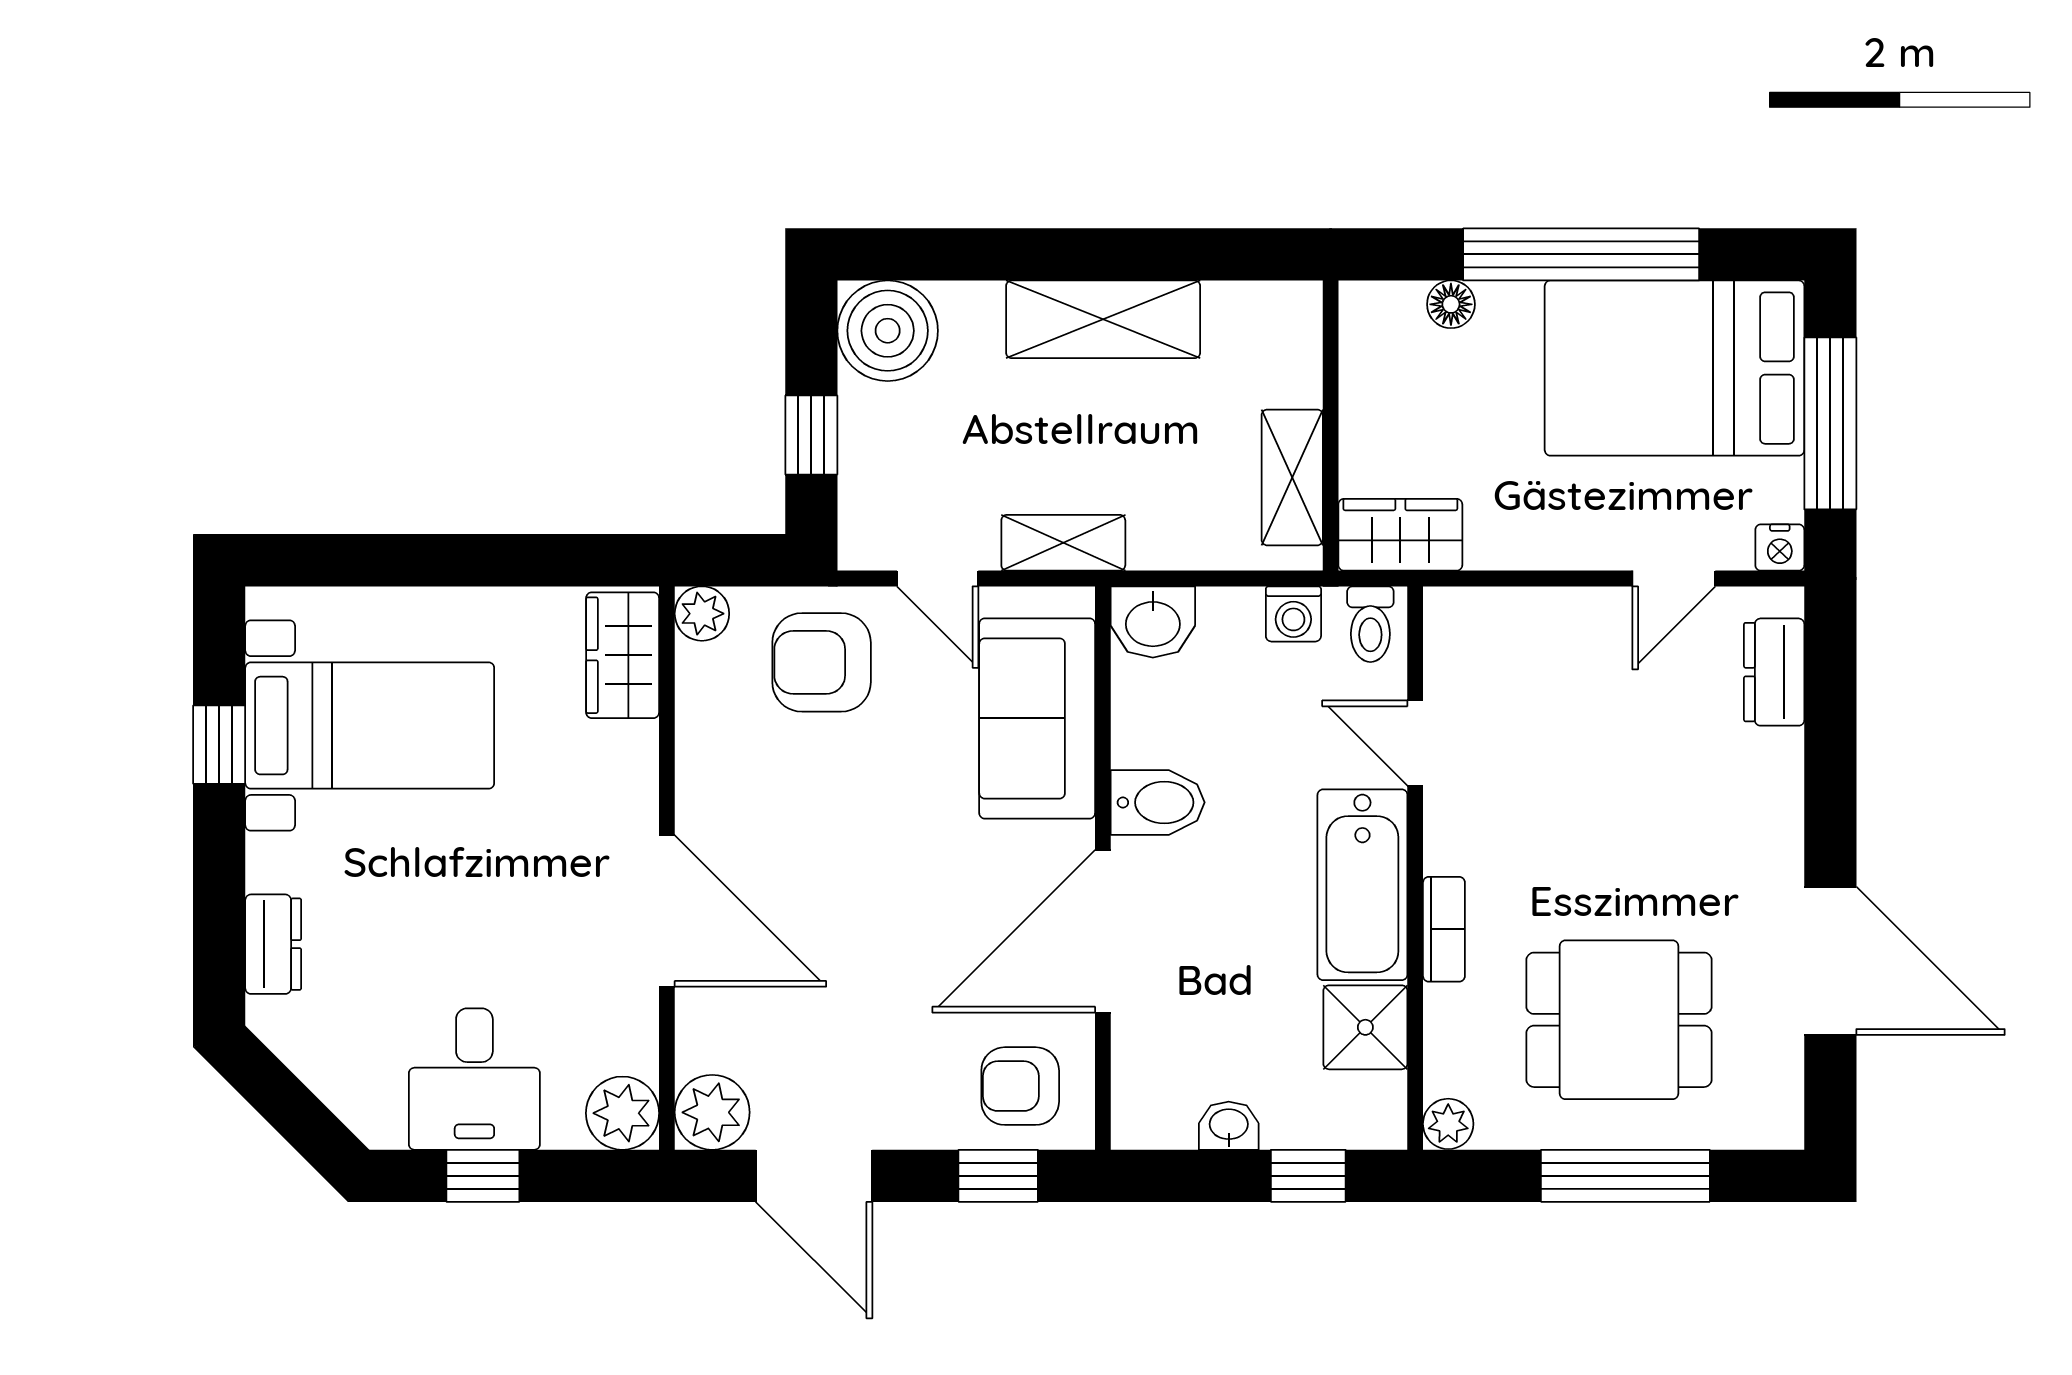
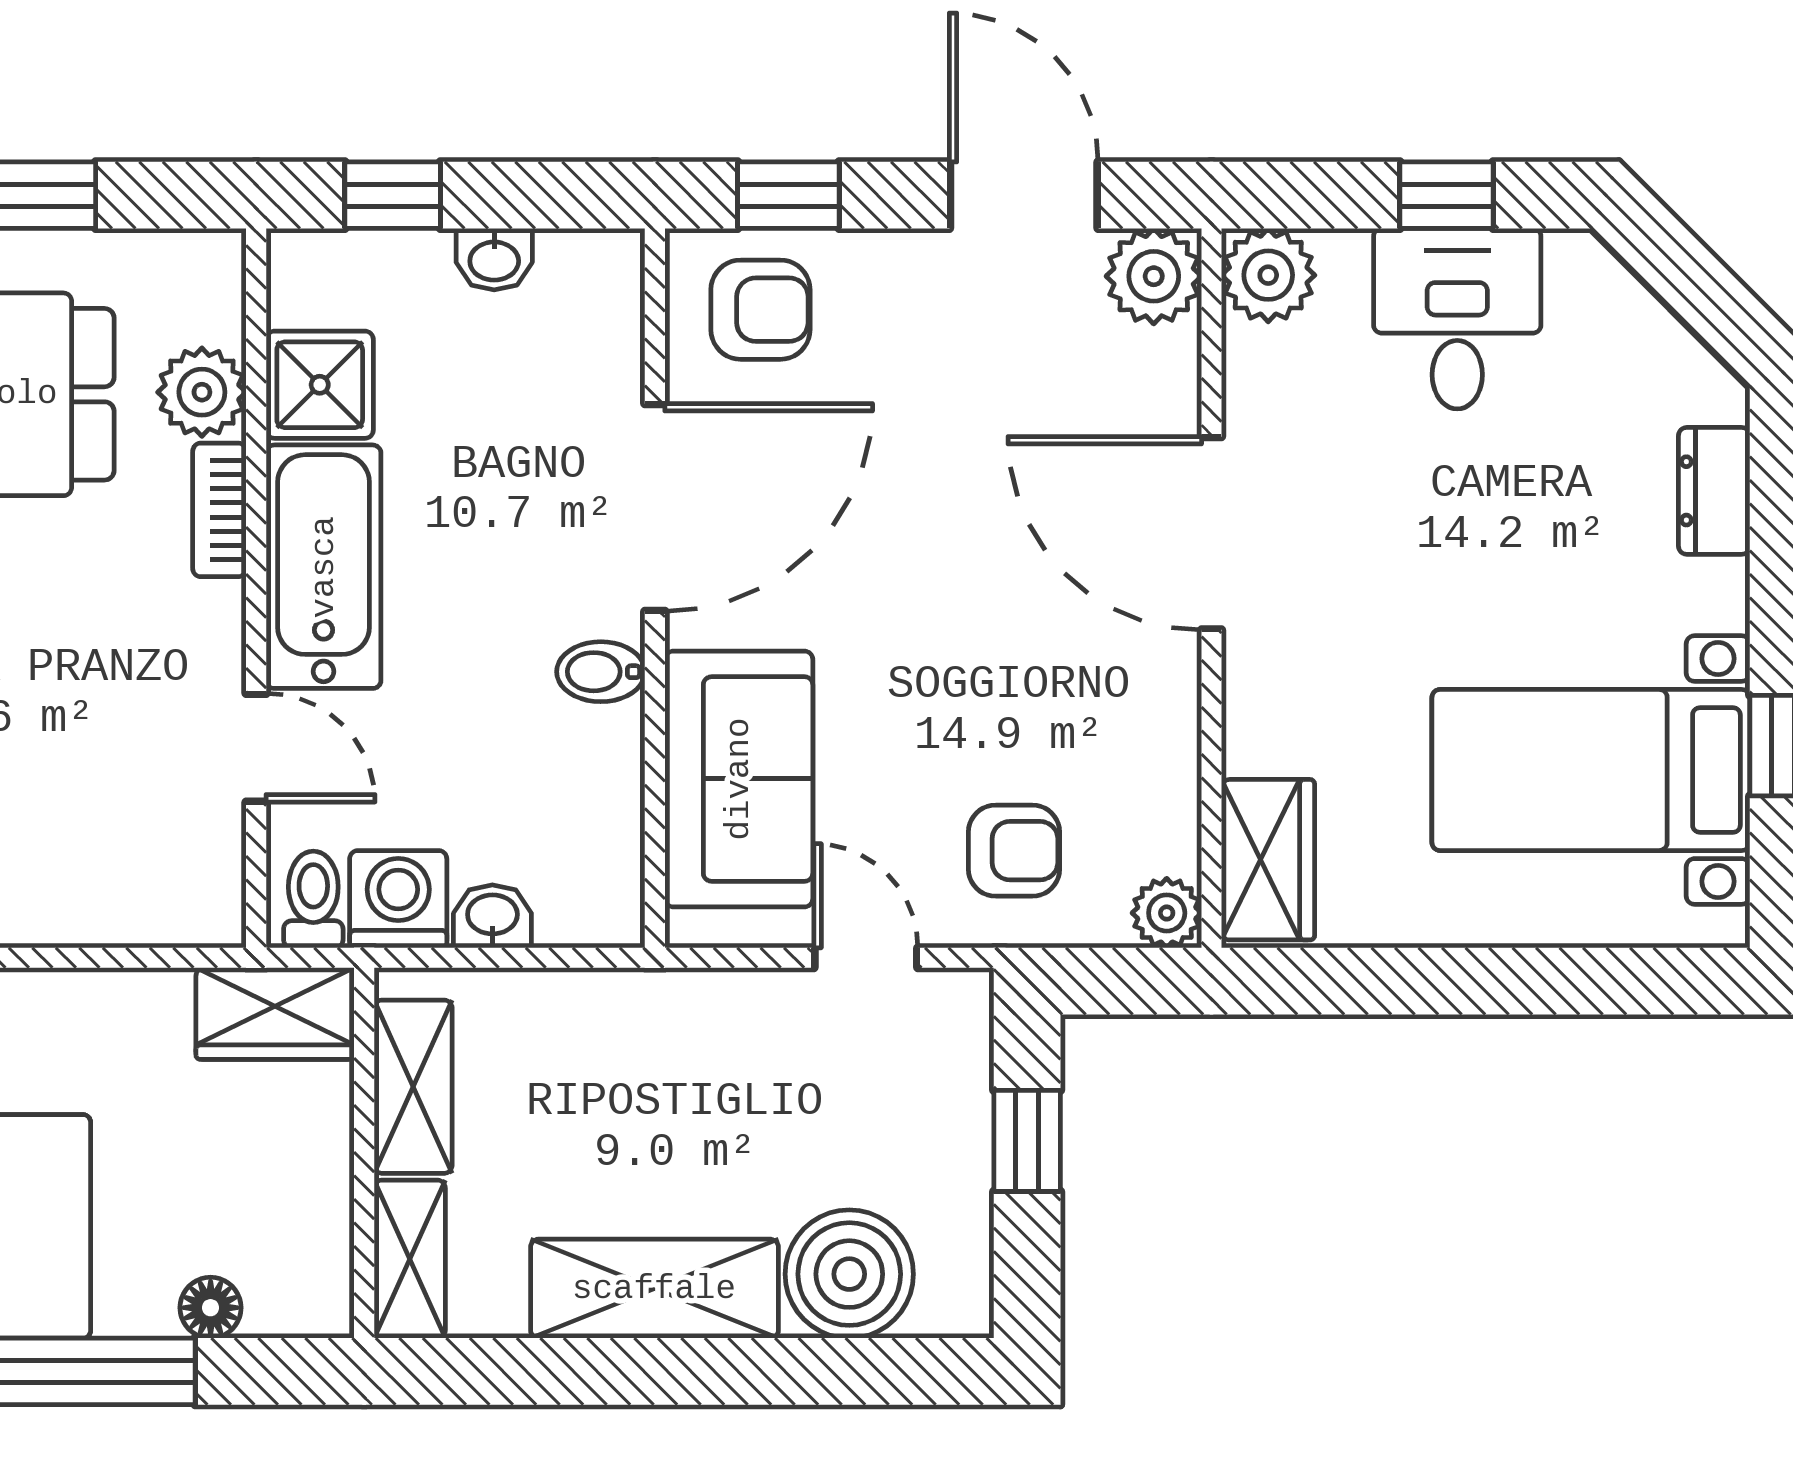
boiler: (888, 331) -> (849, 1274), moved
shelving: (1063, 543) -> (410, 1259), moved, turned 90
washing machine: (1293, 614) -> (398, 899), width x1.38, depth x1.38
washbasin: (1153, 622) -> (492, 916), moved, width x0.72, depth x0.69
armchair: (822, 662) -> (1014, 851), width x0.72, depth x0.72
bidet: (1158, 802) -> (601, 672), width x0.72, depth x0.74
plant: (1448, 1124) -> (202, 392), moved, width x1.38, depth x1.38

